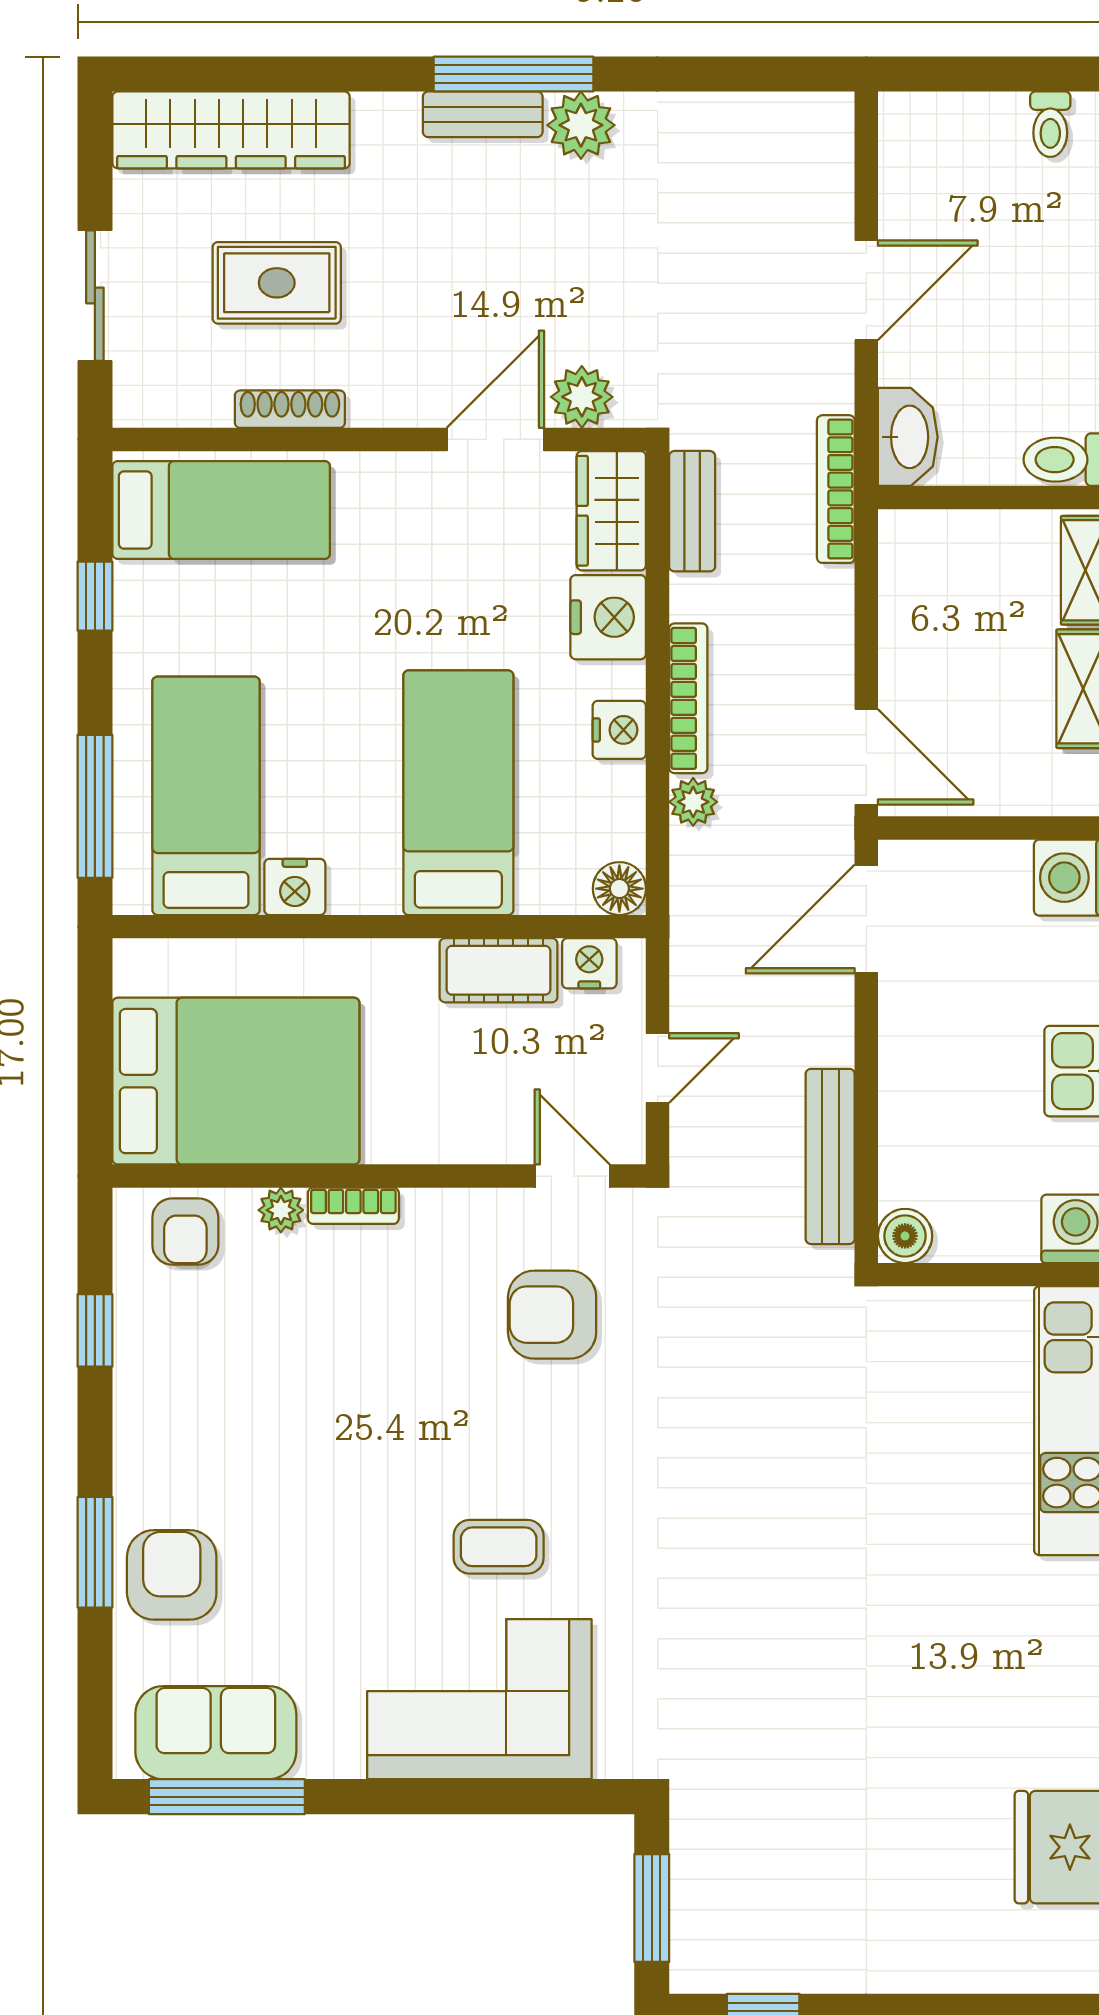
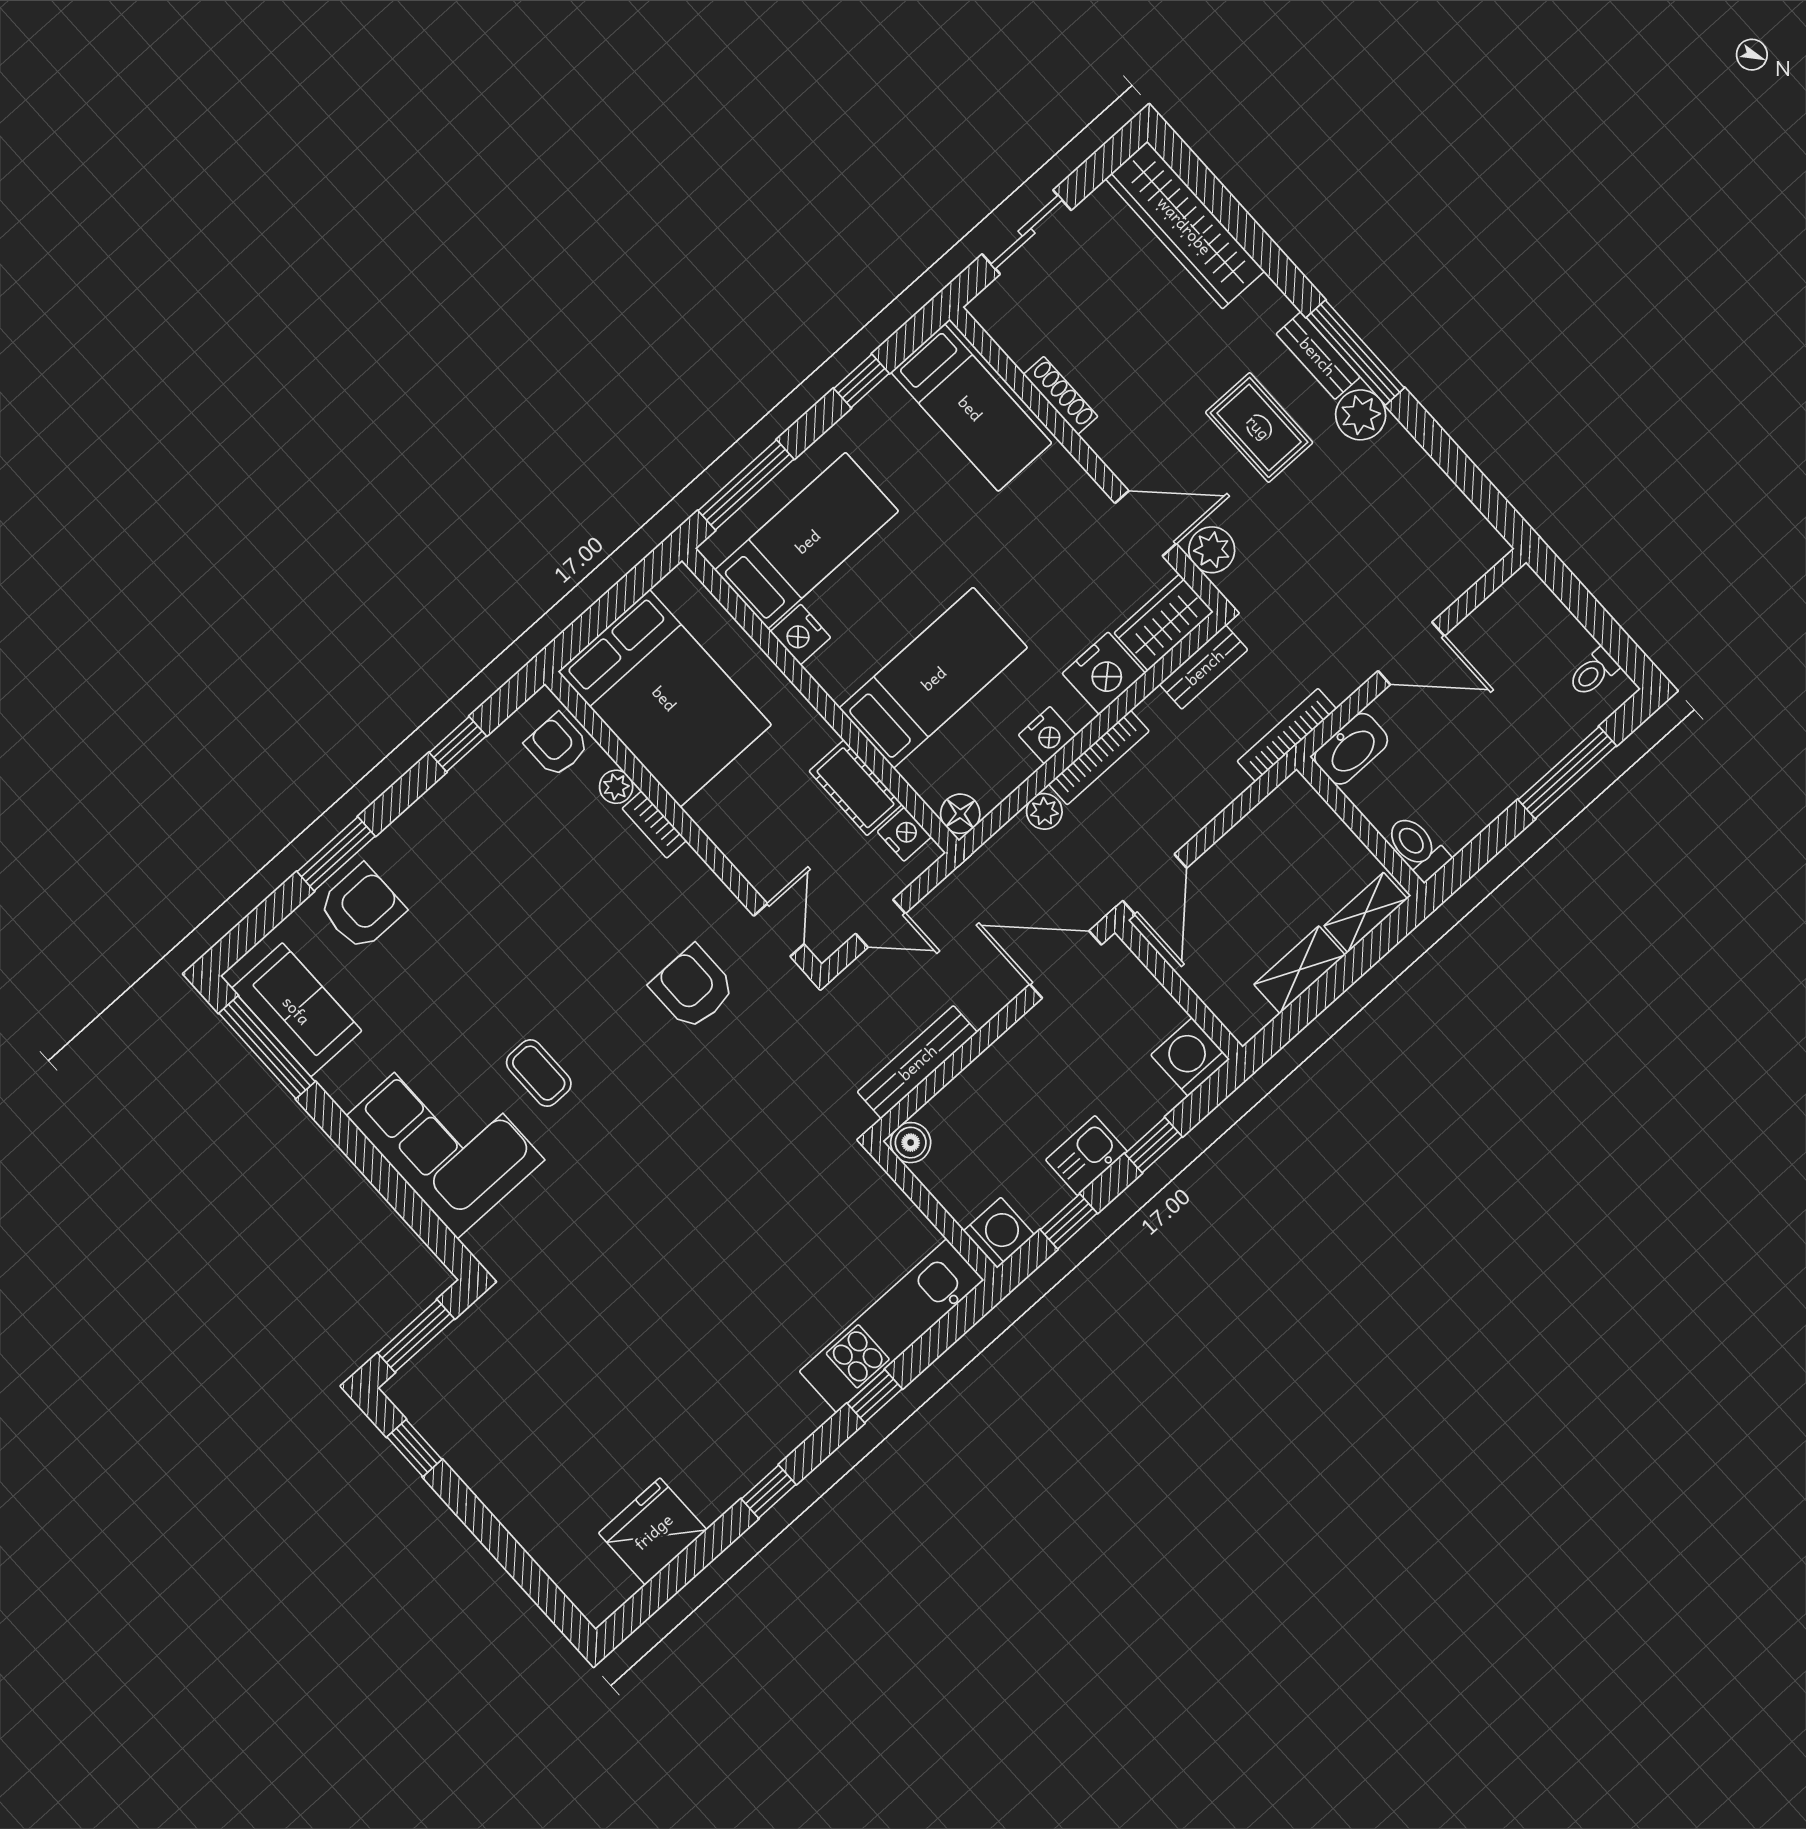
rug: (277, 283) -> (1259, 427), moved
armchair: (185, 1231) -> (557, 745), turned 90

